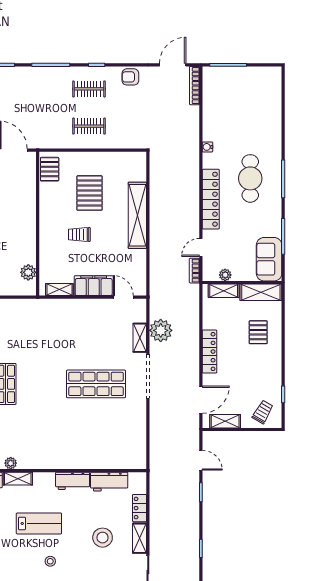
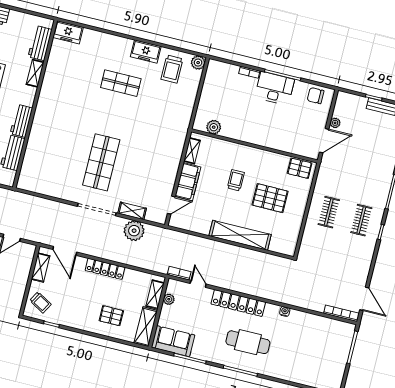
armchair: (130, 77) -> (363, 259), removed
plant: (11, 463) -> (50, 70), removed

